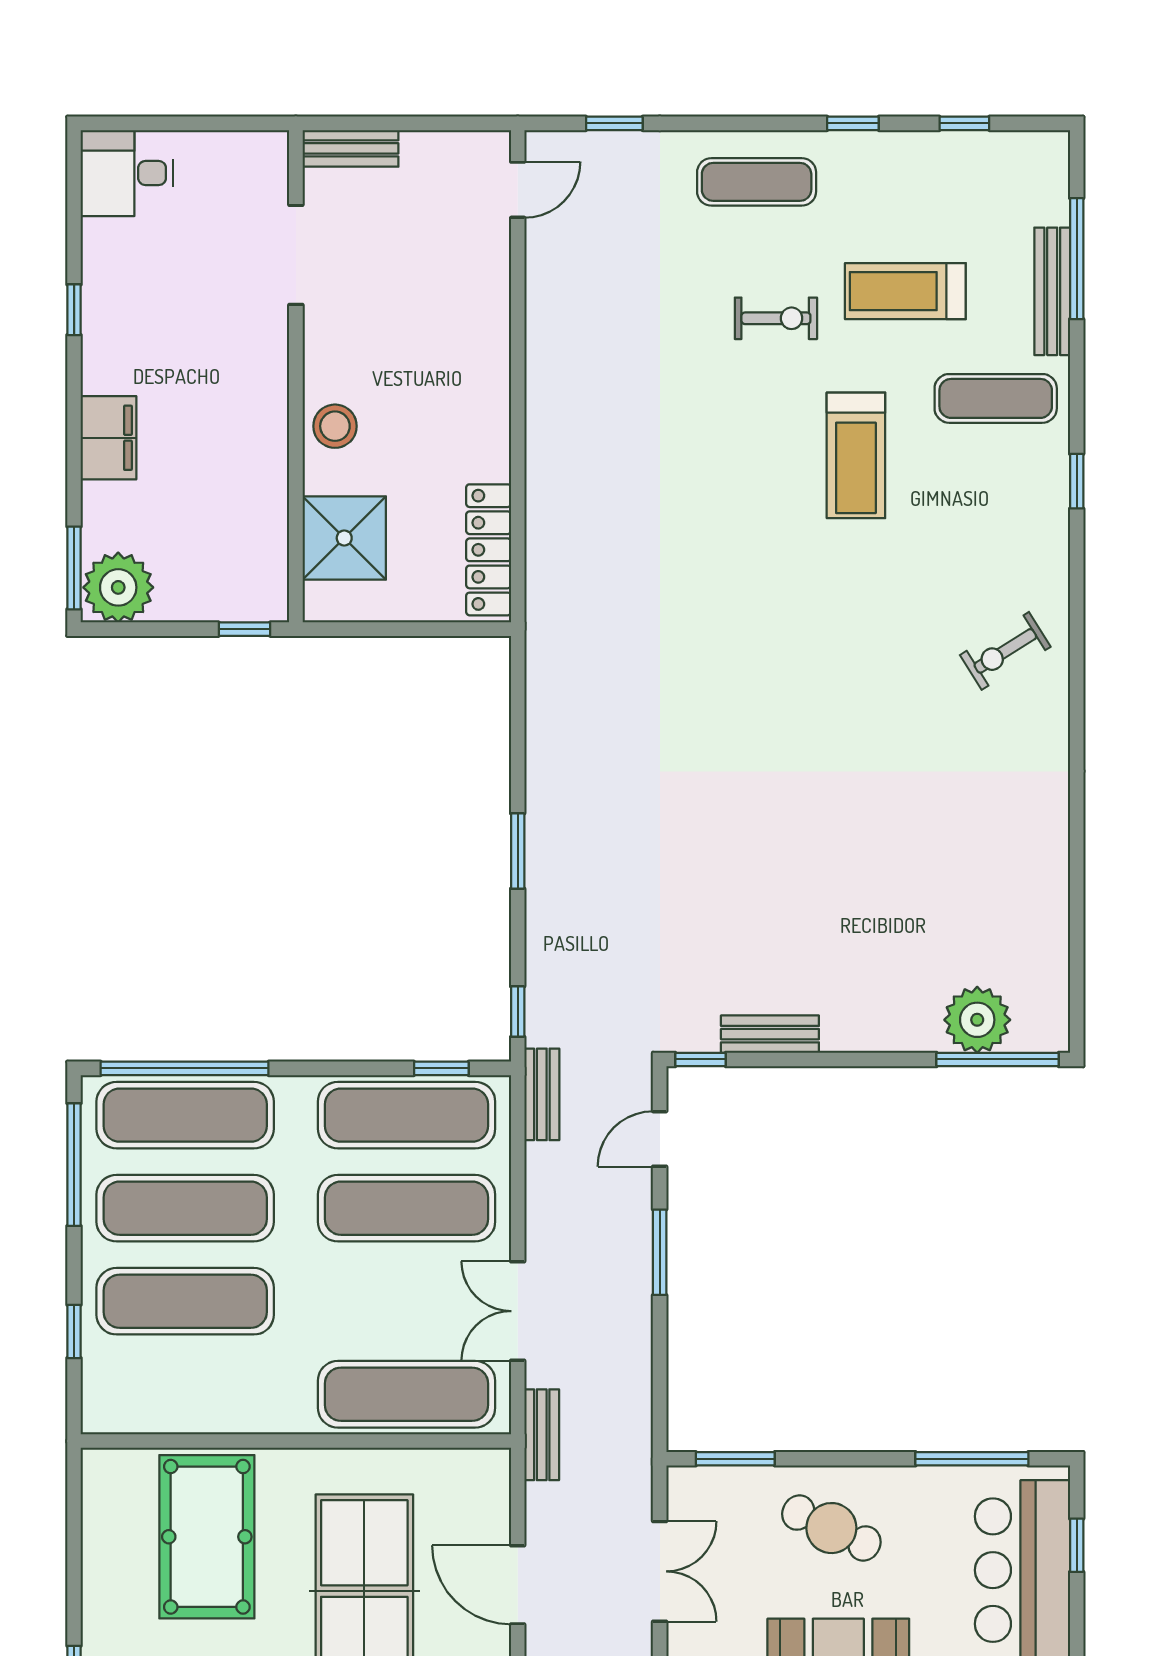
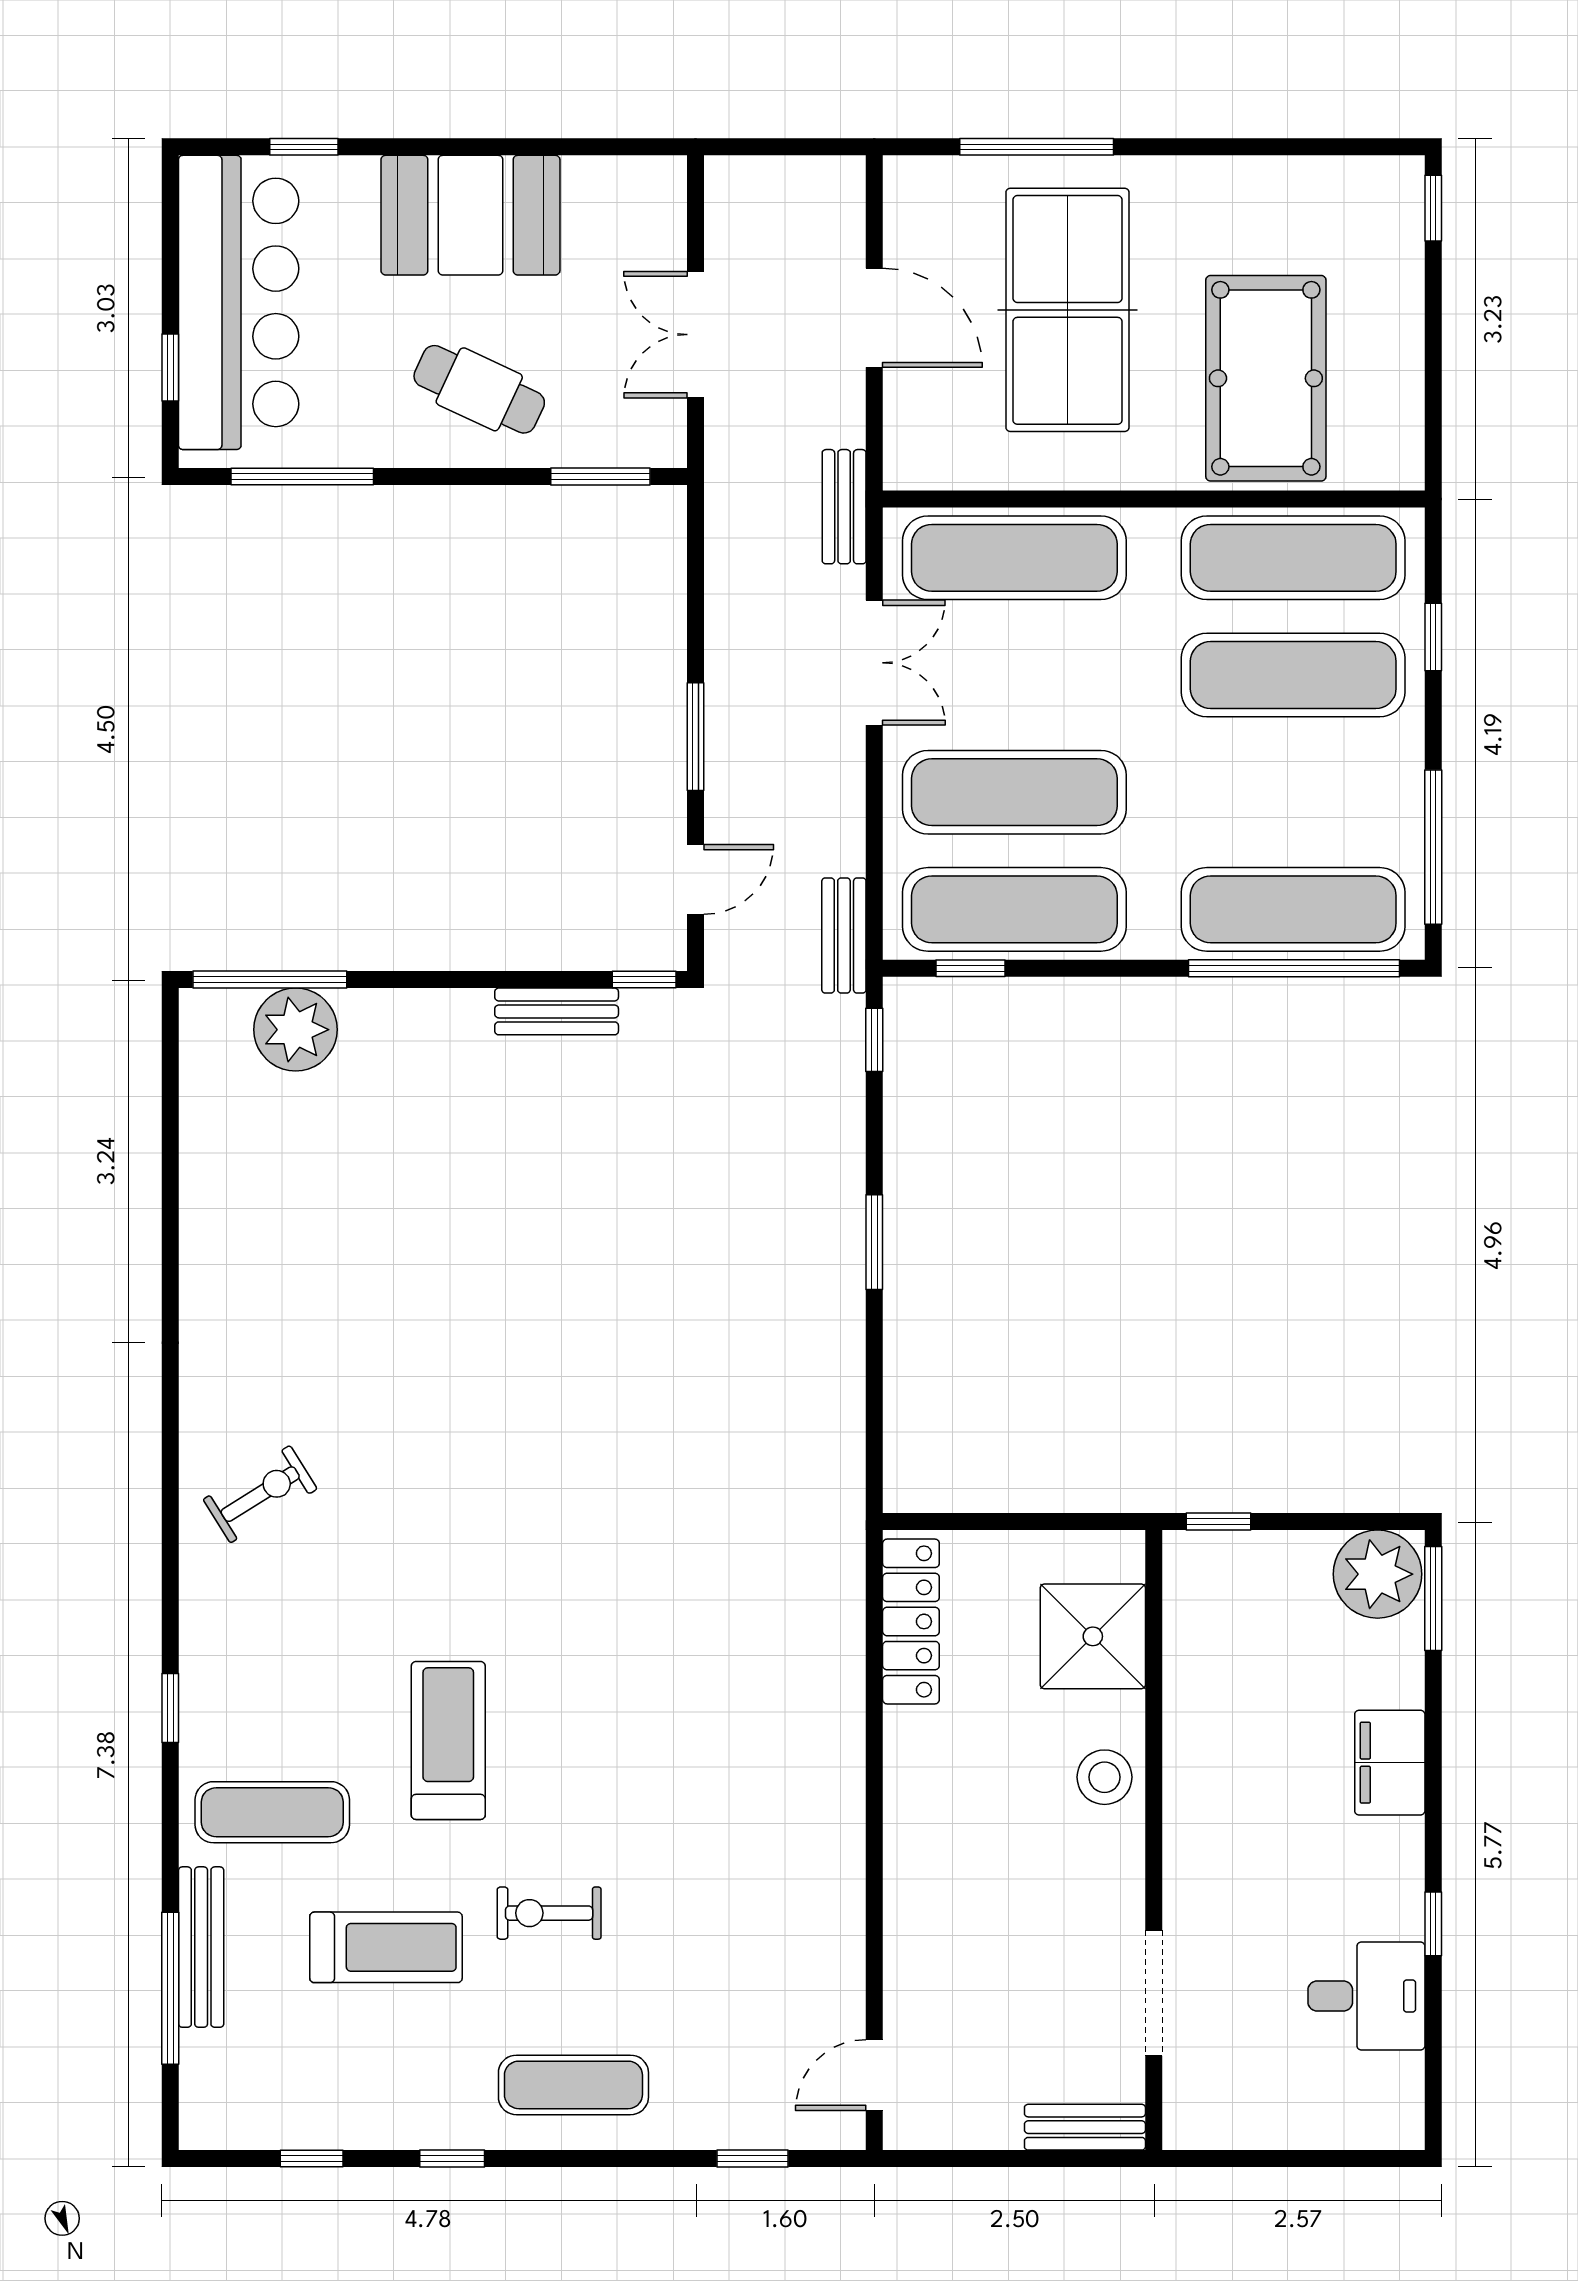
desk: (127, 173) -> (1366, 1996), moved
exercise mat: (185, 1208) -> (1293, 558), moved

